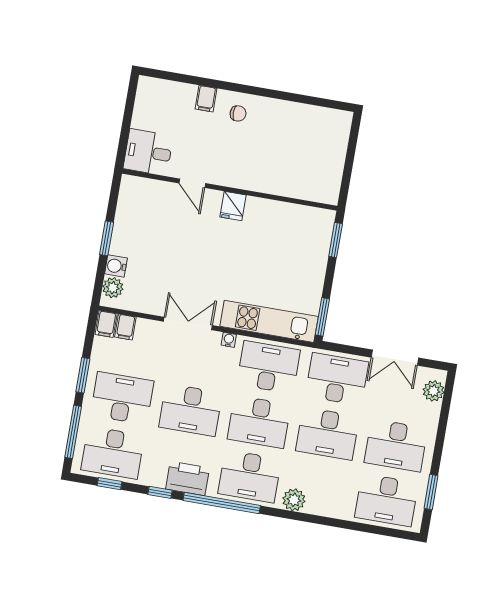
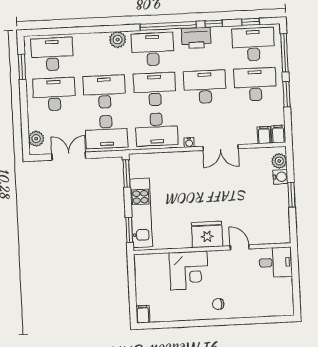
filing cabinet: (206, 99) -> (143, 314), moved
corner desk: (268, 167) -> (189, 270), added
fridge: (233, 206) -> (207, 234), width x1.88, depth x1.34
kitchen unit: (269, 321) -> (141, 213), moved, turned -90
desk: (122, 398) -> (255, 84), turned 180

